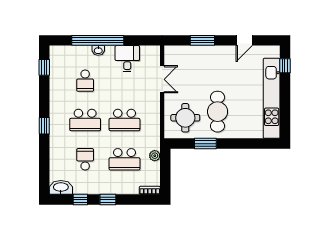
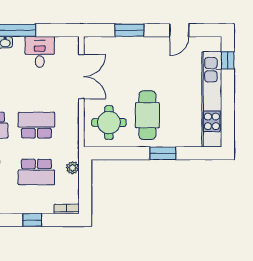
double door: (162, 79) -> (81, 77), width x1.37
school desk: (124, 120) -> (36, 125), turned 180
window: (205, 144) -> (163, 153), moved
window: (108, 200) -> (32, 220), moved

